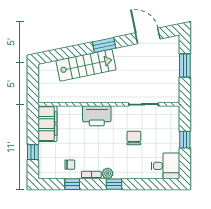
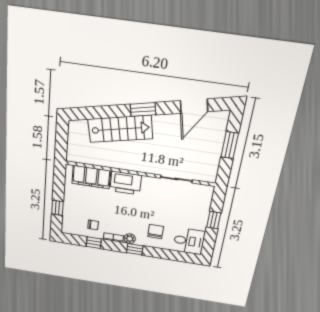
door: (148, 36) -> (194, 106), swing flipped
filing cabinet: (48, 124) -> (91, 177), moved, turned 90
chair: (134, 138) -> (156, 232), moved

